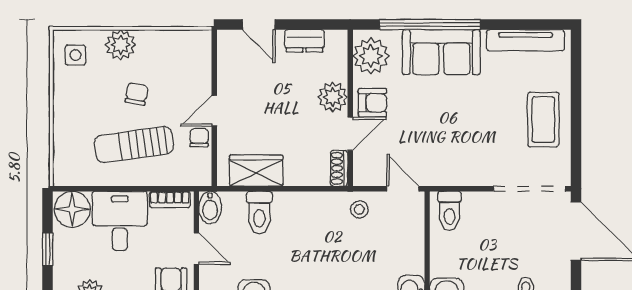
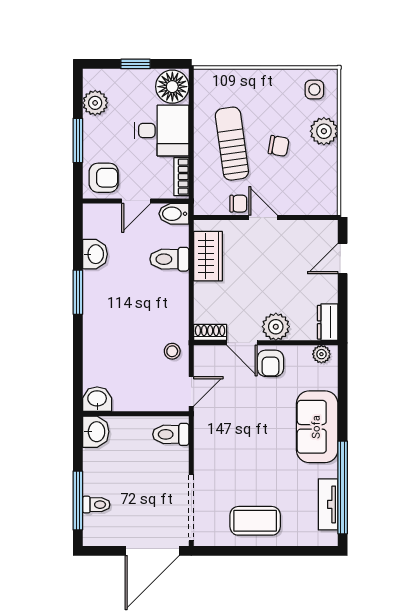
window: (430, 25) -> (343, 487), moved
tv unit: (525, 40) -> (328, 504), width x0.71
dresser: (304, 41) -> (328, 322), moved
plant: (371, 56) -> (321, 354), width x0.53, depth x0.53

